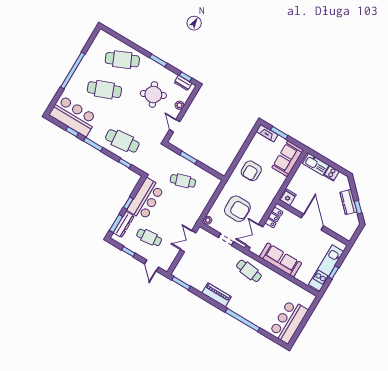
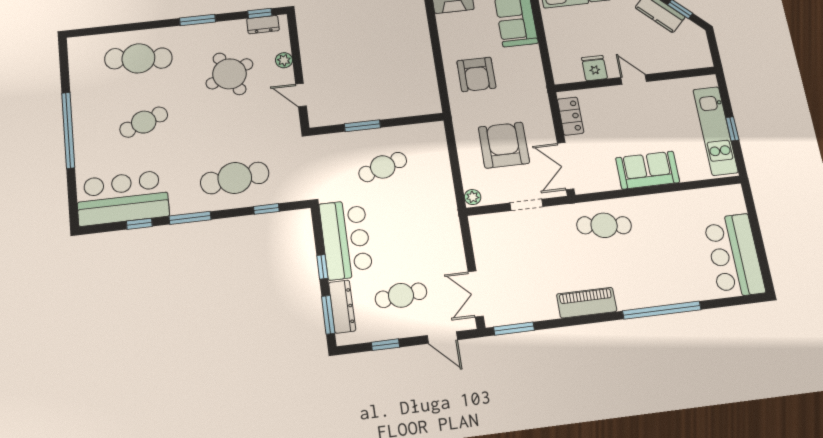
cafe table: (122, 60) -> (138, 58), turned 30
cafe table: (104, 90) -> (144, 122), width x0.73, depth x0.74
fridge: (288, 197) -> (594, 68), moved
armchair: (237, 209) -> (504, 145), turned -90
door: (312, 222) -> (634, 80), width x0.53
double door: (188, 241) -> (476, 294), moved
sofa: (281, 260) -> (648, 170), width x0.73

